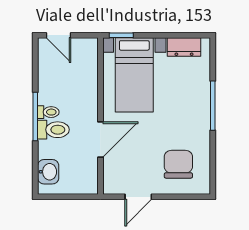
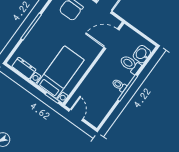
door: (58, 35) -> (76, 115), moved
toilet: (53, 130) -> (130, 64), moved
door: (100, 140) -> (112, 39), moved

